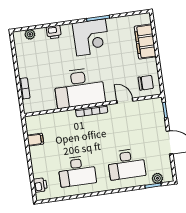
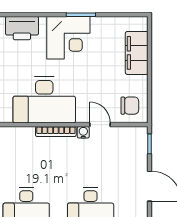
printer: (54, 32) -> (22, 28), width x1.87, depth x1.48
water cooler: (113, 108) -> (83, 132), added

